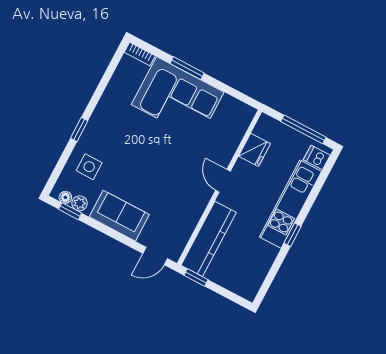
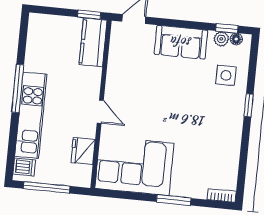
corner sofa: (178, 98) -> (134, 166), moved
window: (293, 235) -> (18, 88), width x2.17
kitchen counter: (209, 239) -> (93, 42), width x0.67

